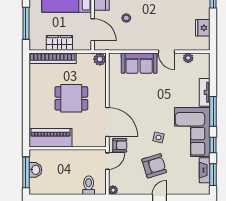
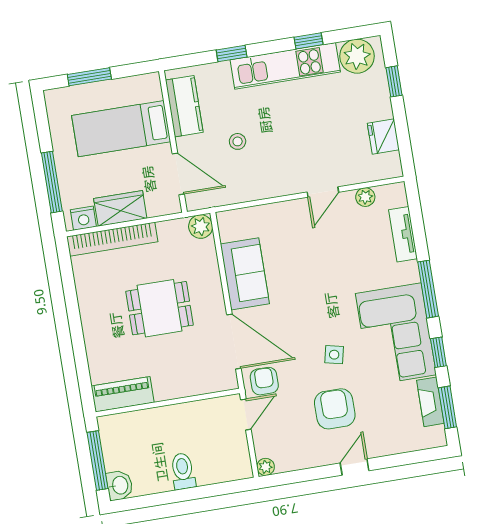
nightstand: (39, 45) -> (83, 218), added
door: (166, 52) -> (323, 192), hinge flipped
sofa: (139, 63) -> (245, 274), moved, turned -90
tv unit: (205, 92) -> (403, 234), moved
piano: (50, 138) -> (123, 394), width x0.73, depth x0.75
armchair: (120, 145) -> (264, 381), turned -90
armchair: (154, 166) -> (335, 409), turned -73
washbasin: (35, 170) -> (120, 485), moved
toilet: (89, 185) -> (183, 471), moved

